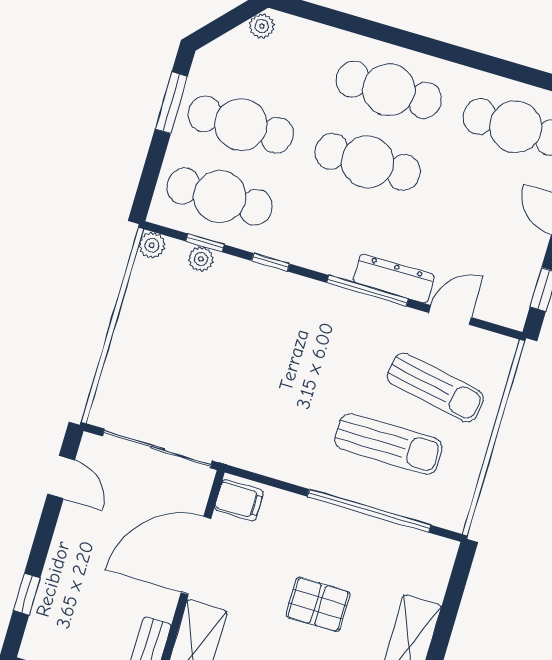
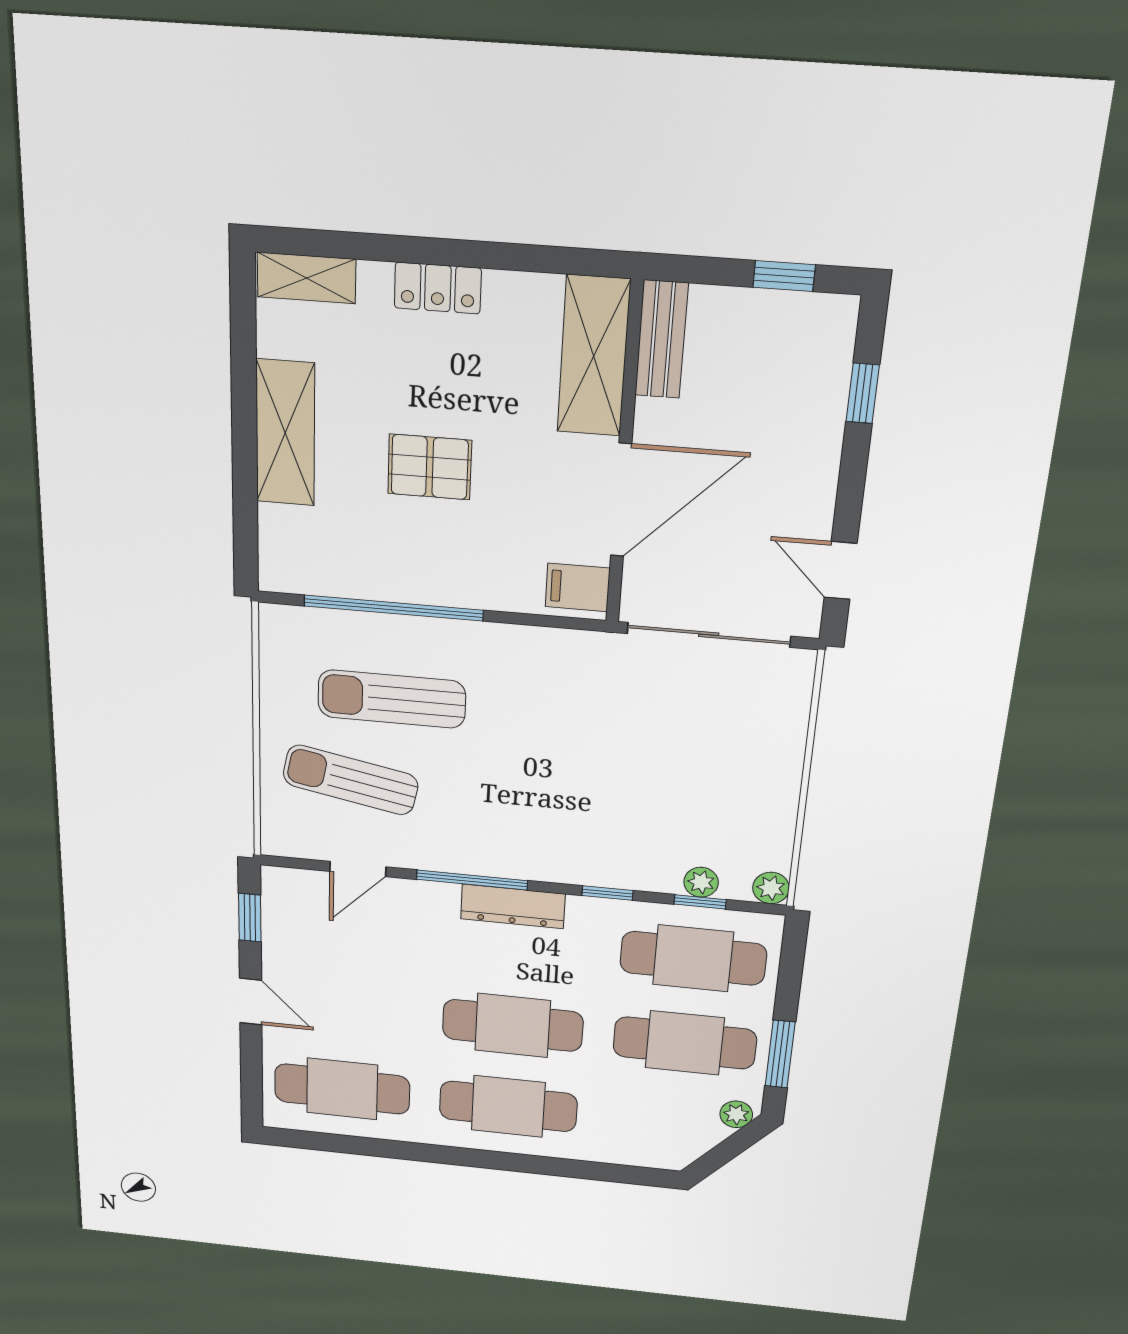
plant: (262, 26) -> (736, 1114), moved
dresser: (394, 279) -> (513, 906), moved

